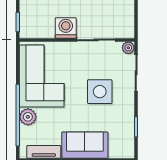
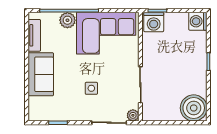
washing machine: (66, 28) -> (154, 22), moved, turned 90
side table: (100, 92) -> (91, 88), width x0.54, depth x0.54

